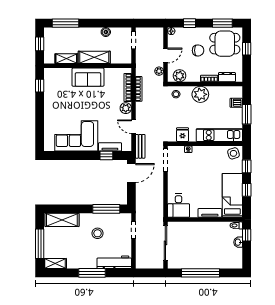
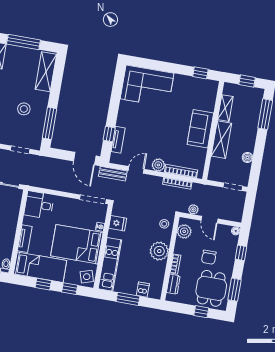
corner sofa: (76, 136) -> (147, 86), moved, turned 90
bed: (207, 167) -> (77, 244), added

